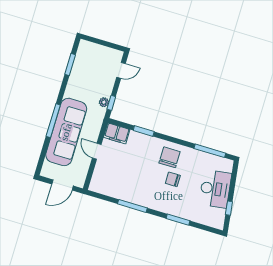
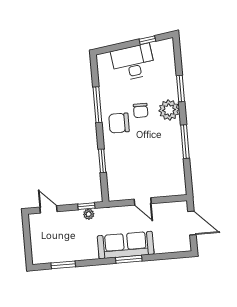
window: (53, 121) -> (129, 259), width x0.69
sofa: (66, 132) -> (126, 245), width x0.74, depth x0.79
filing cabinet: (117, 133) -> (116, 188), removed
door: (97, 151) -> (143, 201), hinge flipped
window: (210, 151) -> (97, 105), moved
plant: (164, 203) -> (169, 110), added

